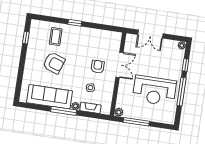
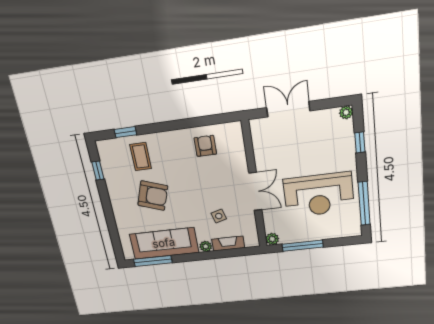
window: (75, 23) -> (125, 132), moved
double door: (150, 34) -> (288, 109), swing flipped
double door: (119, 65) -> (255, 191), moved
armchair: (98, 67) -> (205, 146), moved
window: (181, 92) -> (364, 203), moved
window: (64, 111) -> (153, 261), moved

